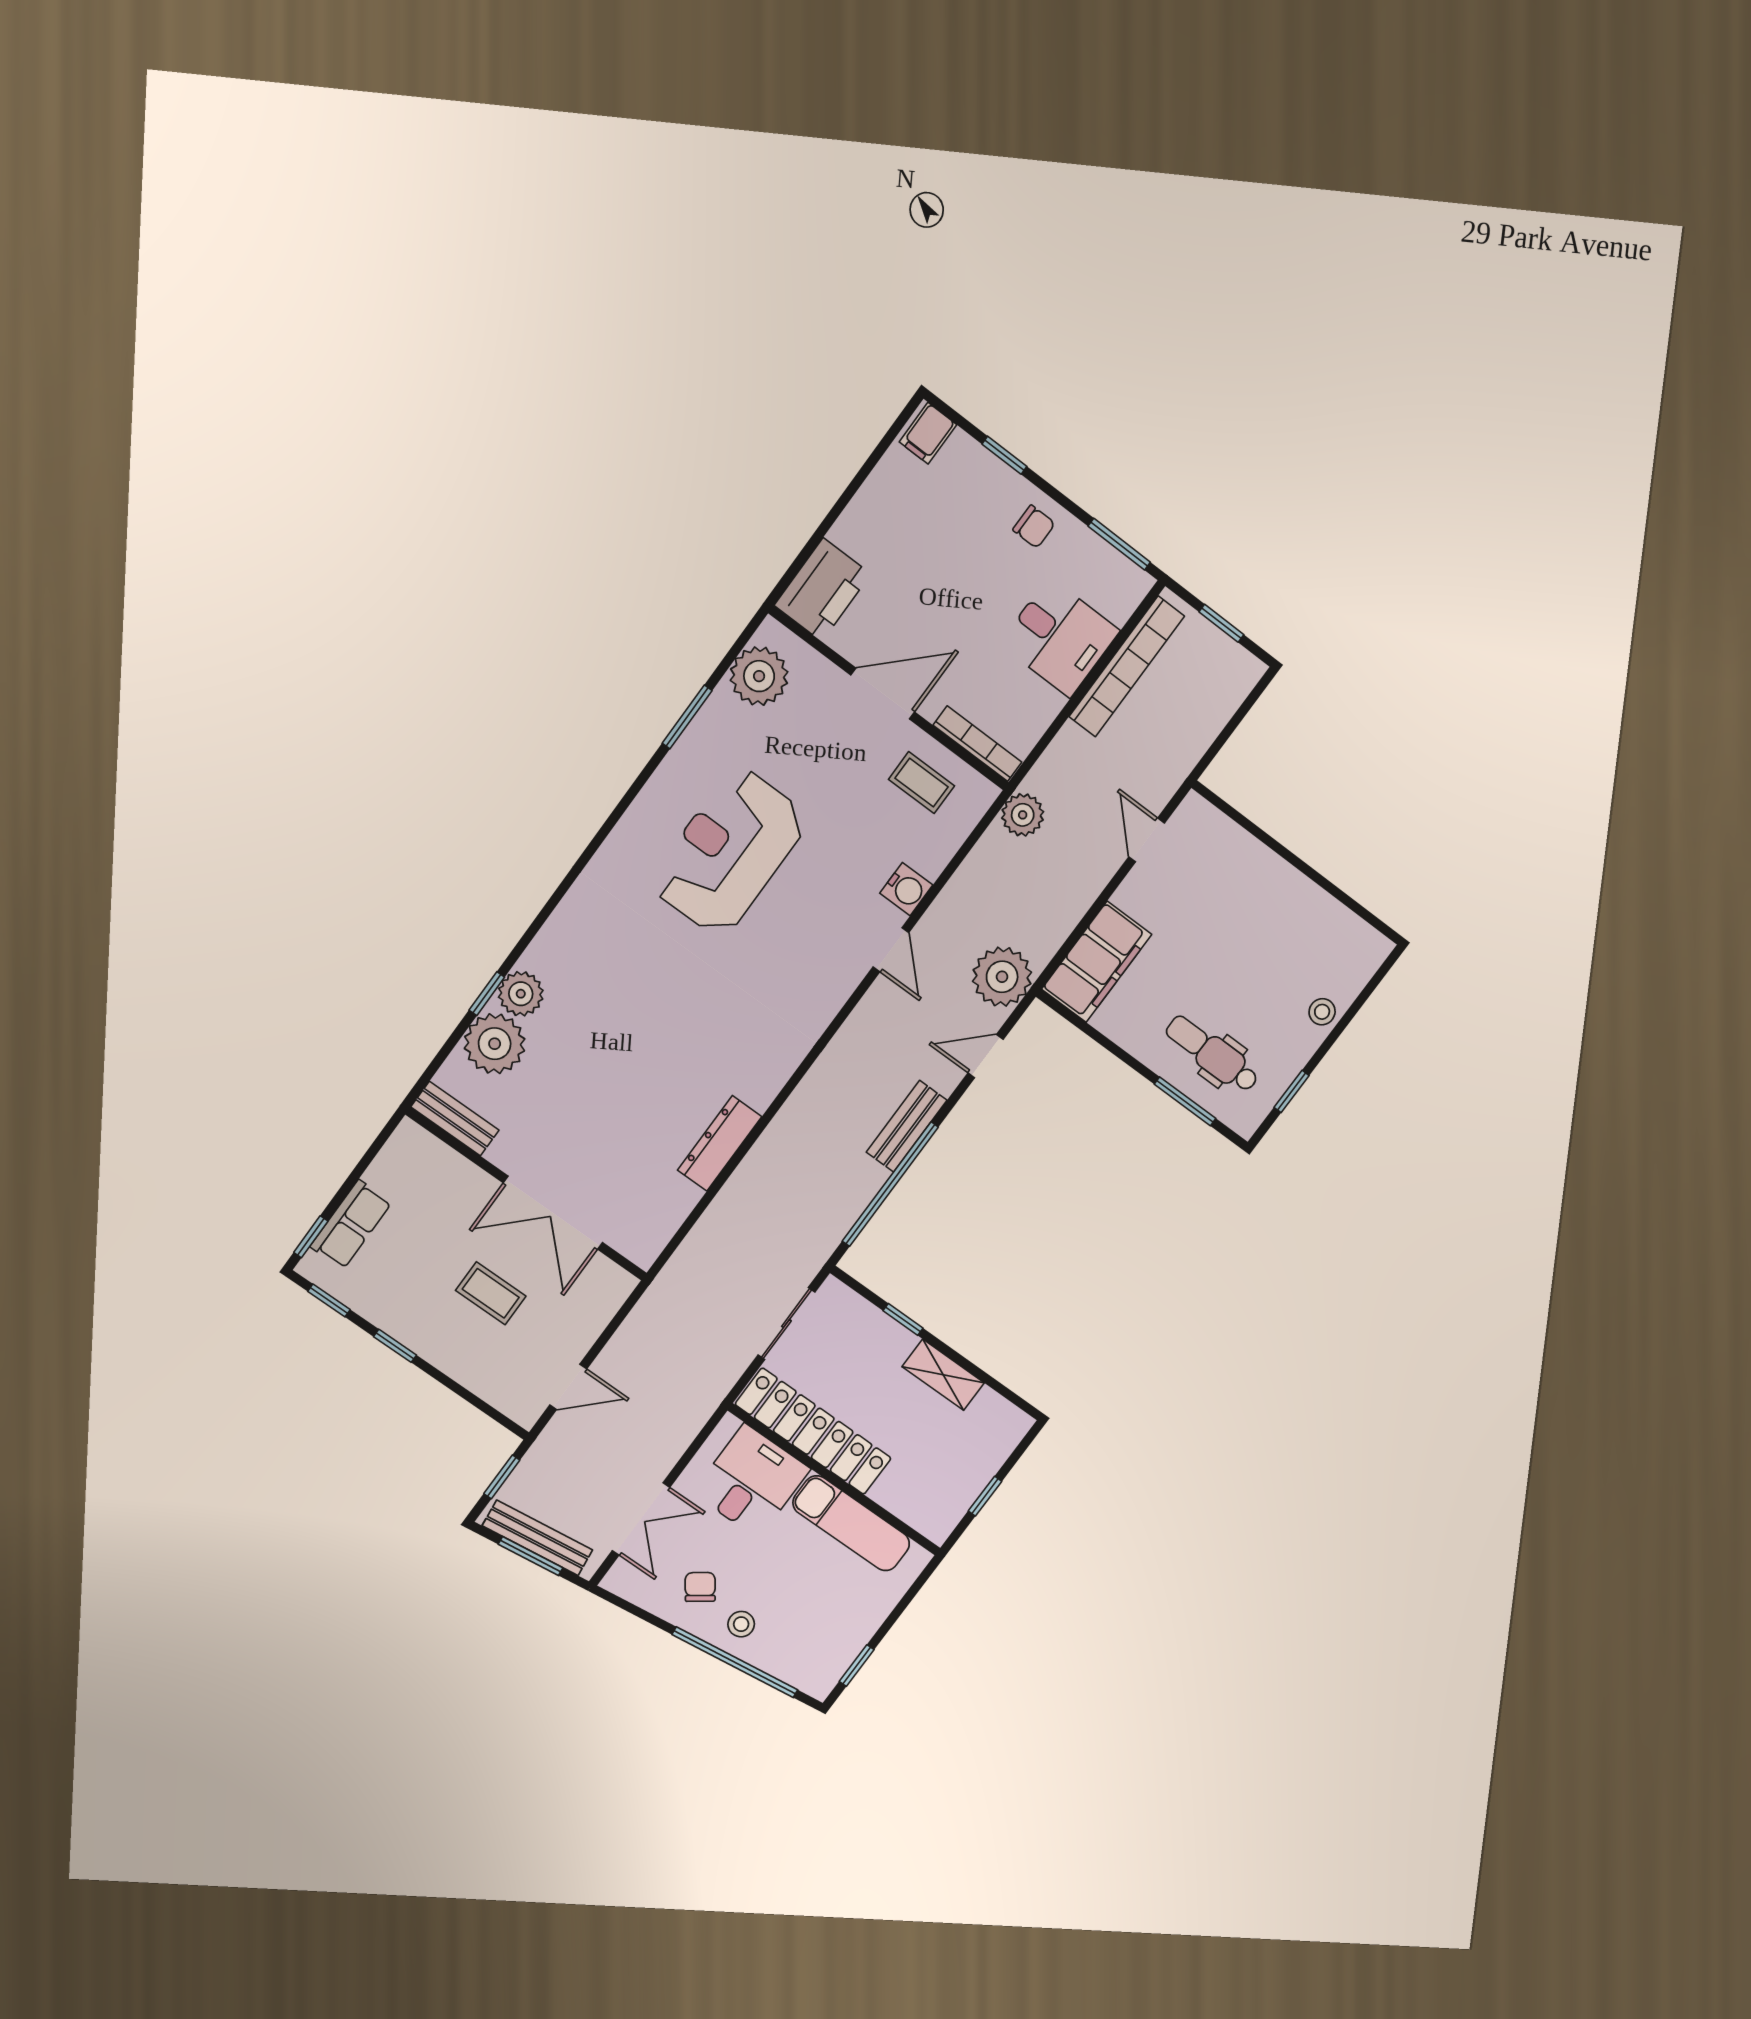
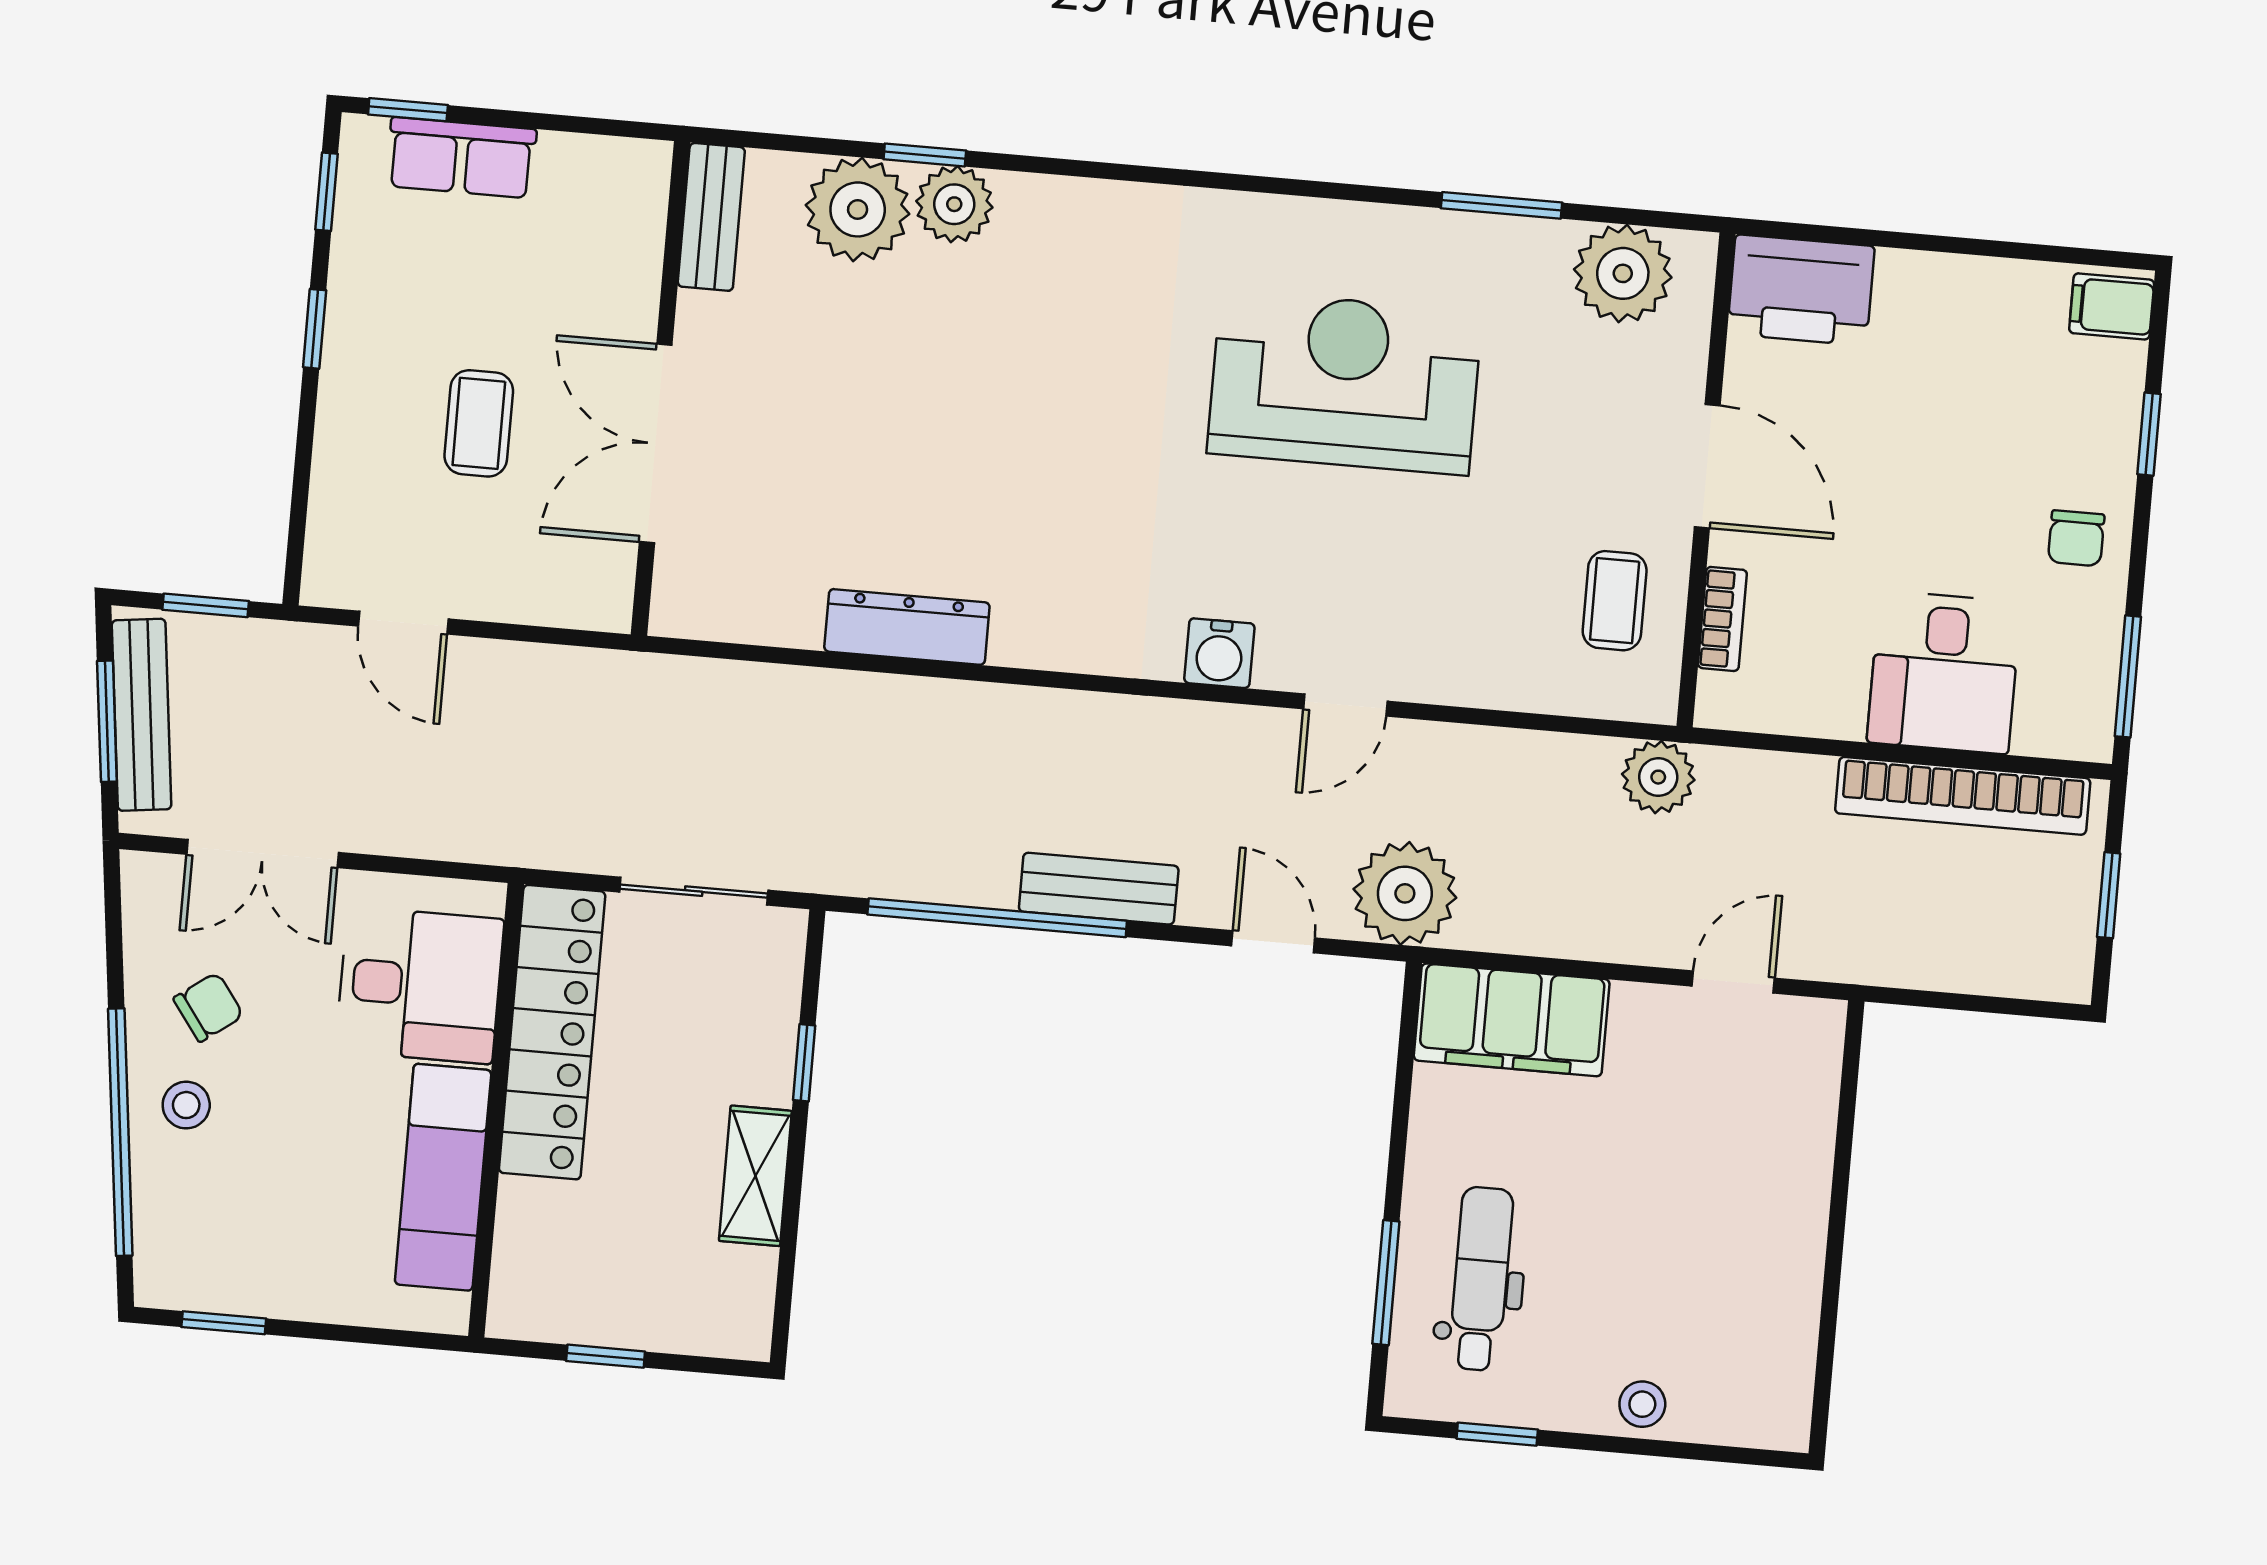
bookcase: (977, 744) -> (1722, 619), width x0.64
water cooler: (906, 889) -> (1219, 653), moved

